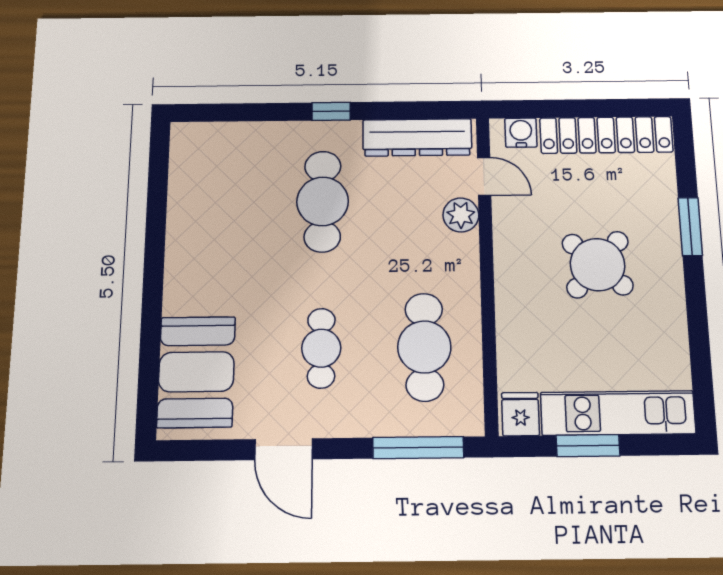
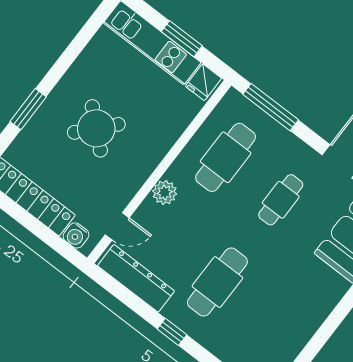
door: (484, 176) -> (117, 226), swing flipped
plant: (461, 215) -> (165, 192), moved

